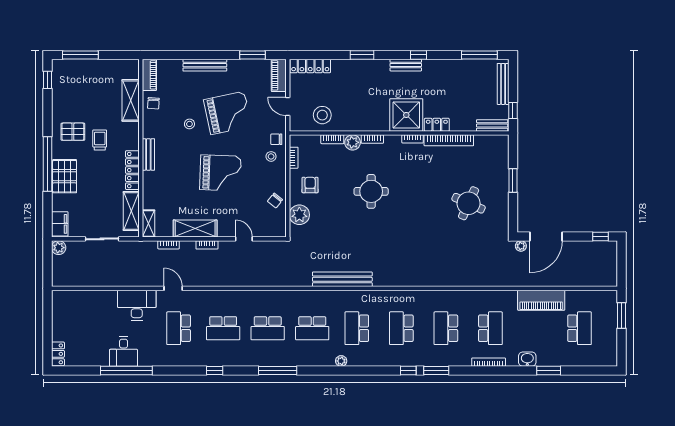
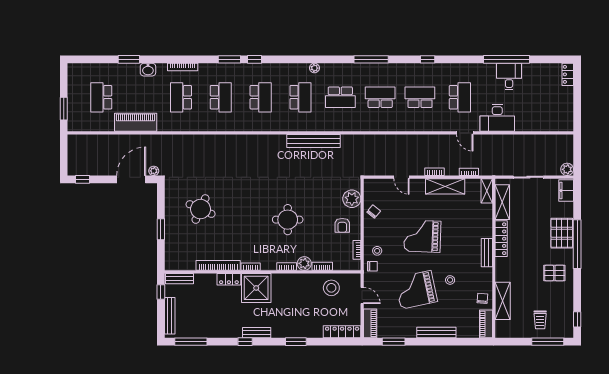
trolley: (100, 140) -> (540, 320), moved
school desk: (312, 328) -> (340, 97), turned 180

